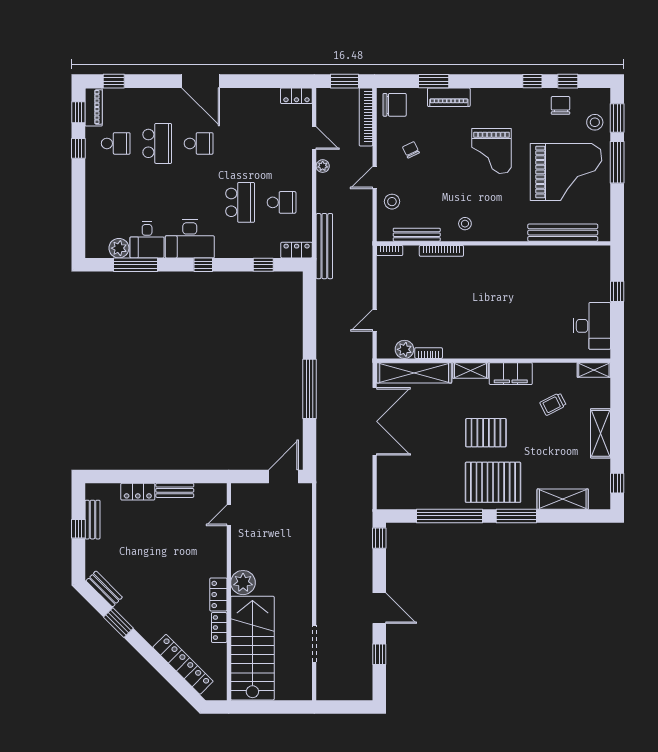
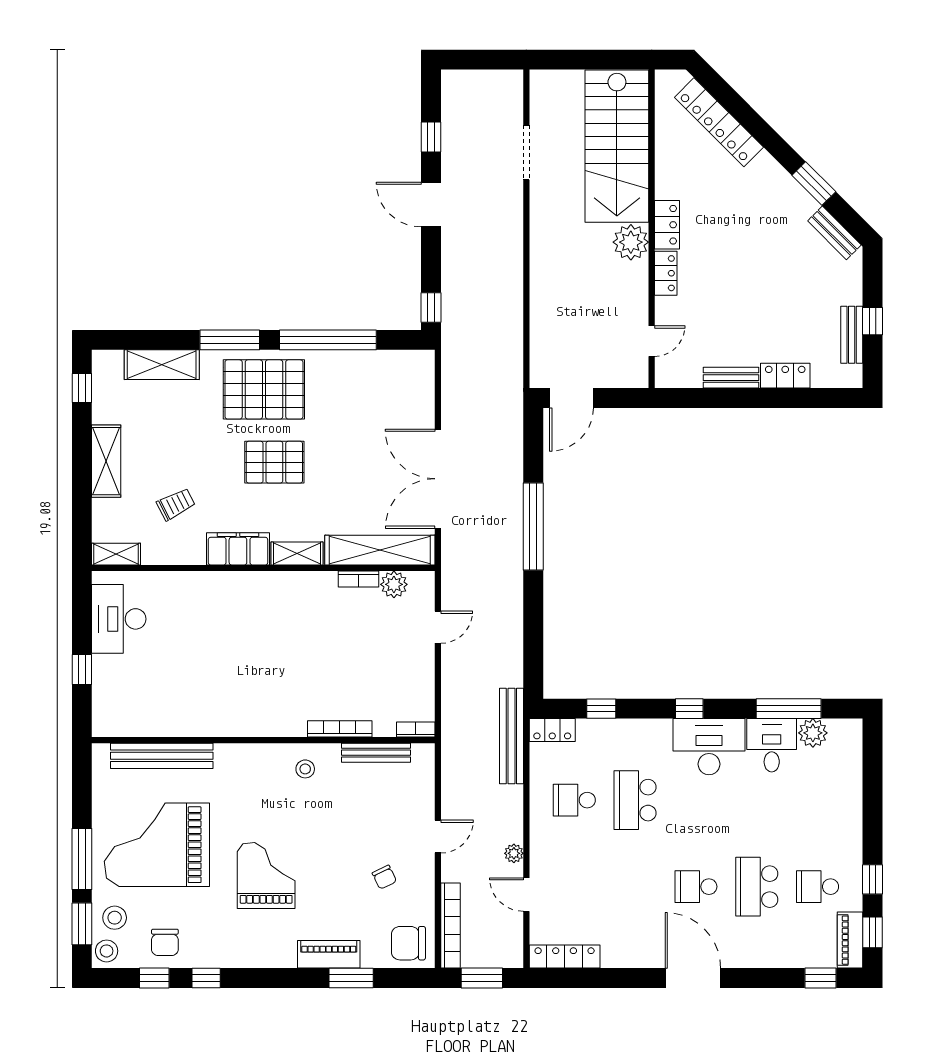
locker: (296, 96) -> (565, 957), width x1.53
stool: (392, 202) -> (107, 951), moved
locker: (219, 628) -> (666, 273), moved

